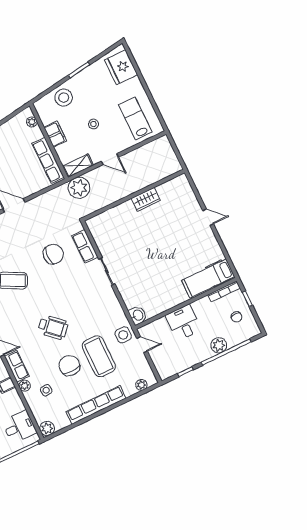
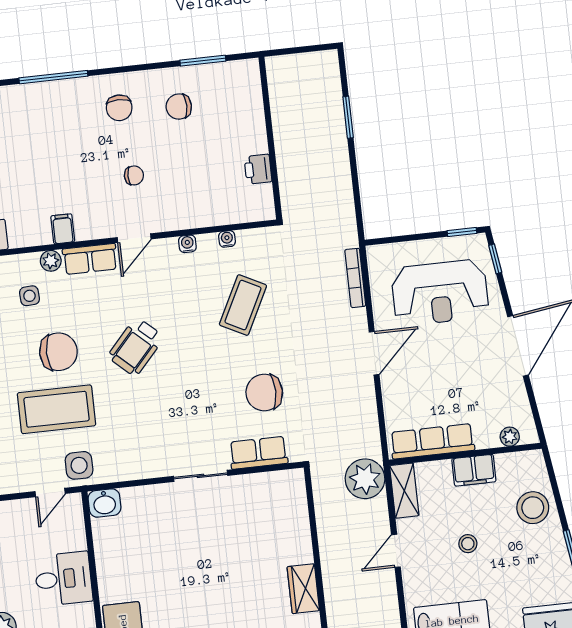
chair: (53, 254) -> (264, 392), turned 90

